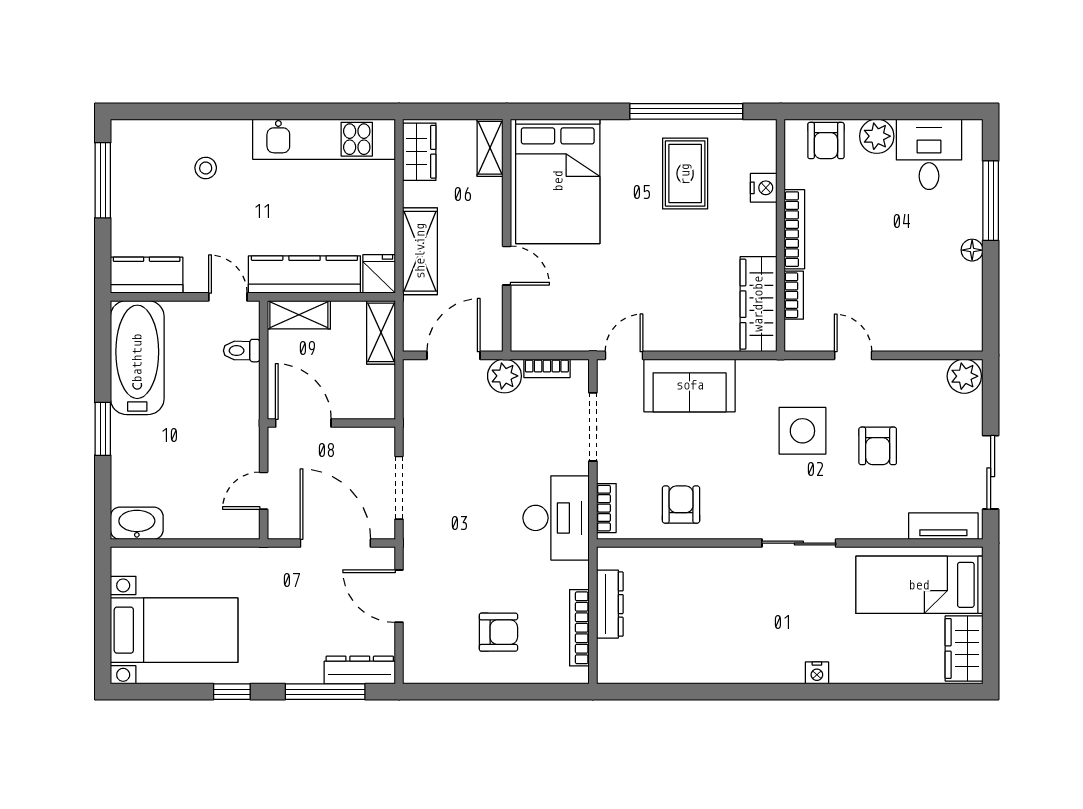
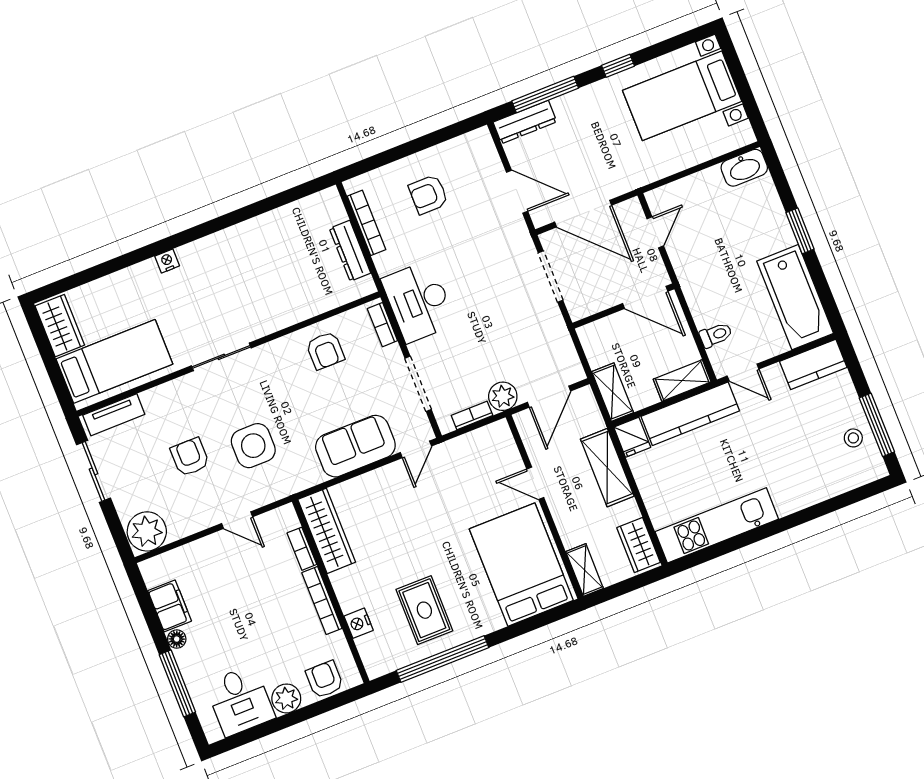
stool: (206, 168) -> (853, 438), moved
filing cabinet: (965, 290) -> (170, 606), added
plant: (964, 376) -> (147, 531), width x1.36, depth x1.36

